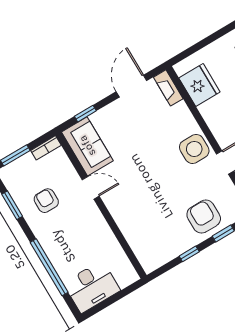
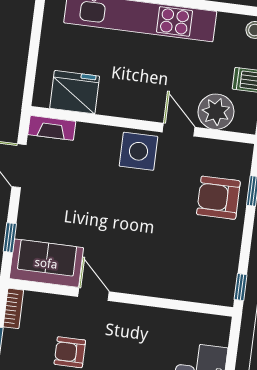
door: (91, 188) -> (93, 294), hinge flipped
window: (189, 254) -> (241, 287), moved

